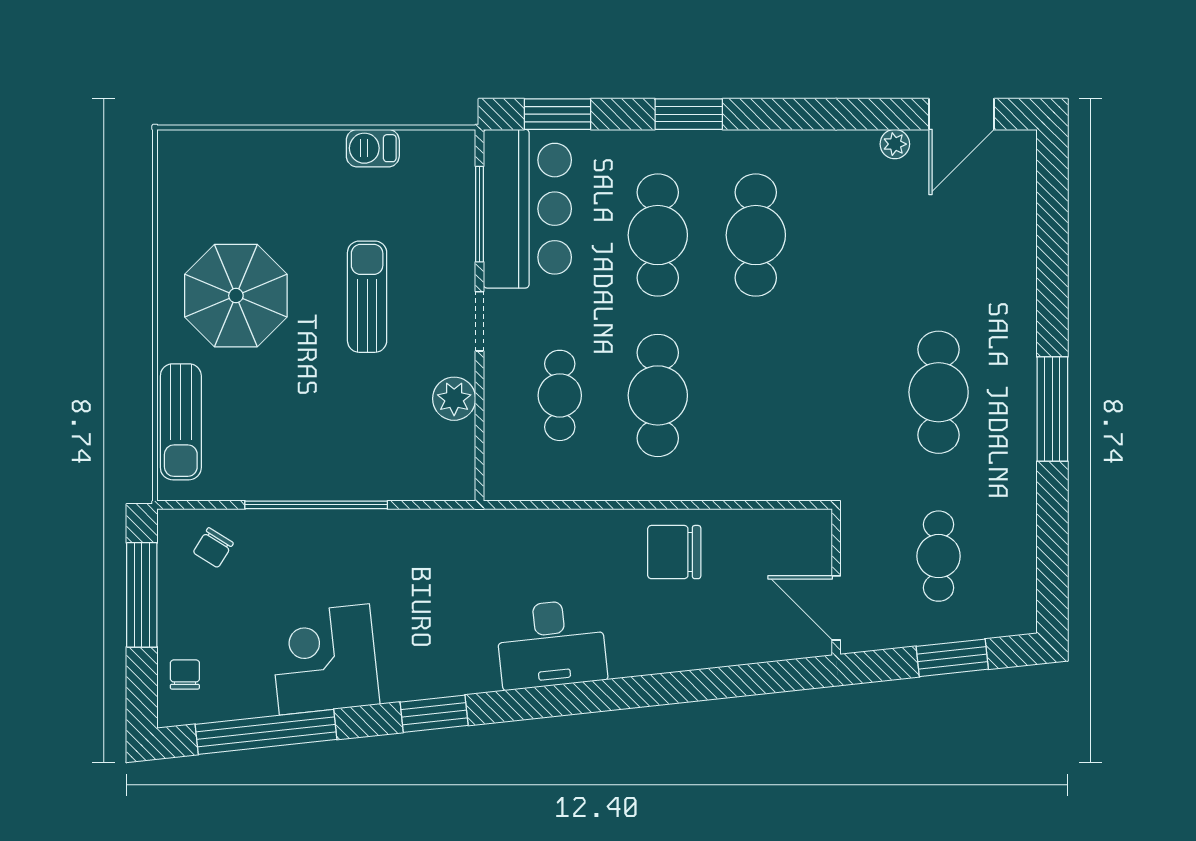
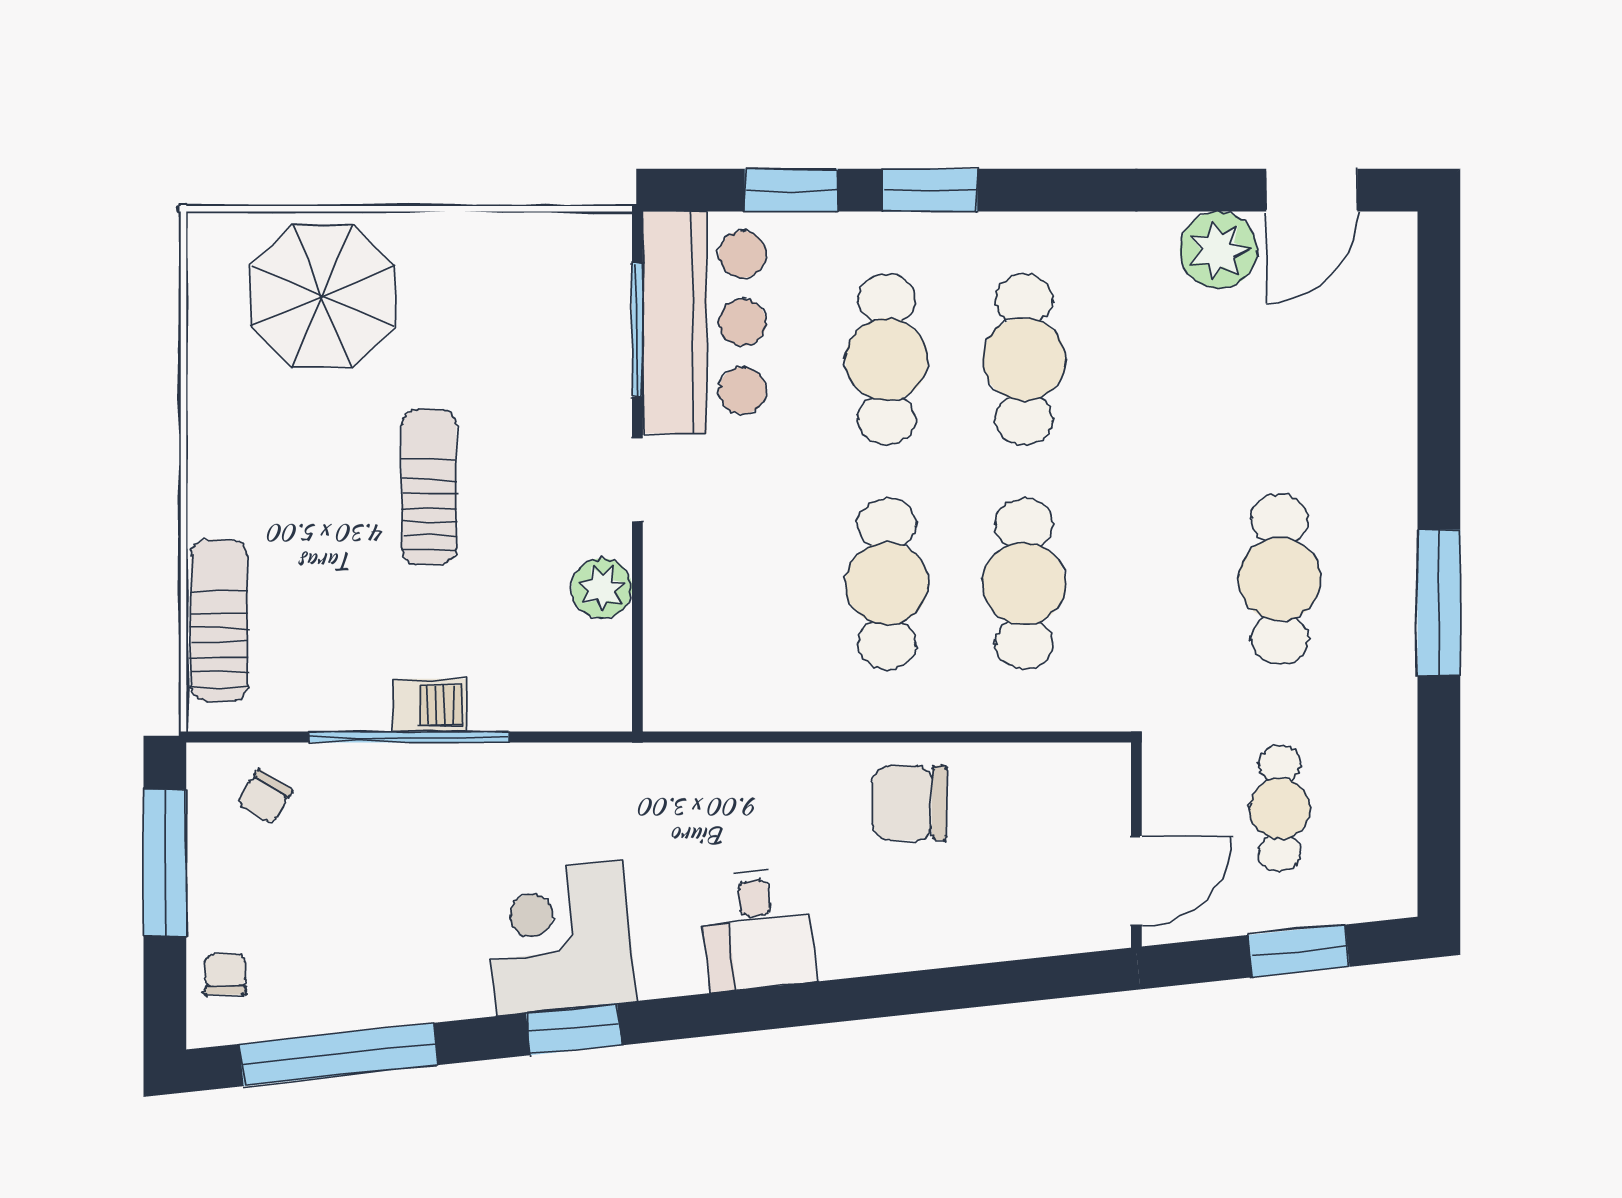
window: (557, 114) -> (791, 190), moved
plant: (895, 144) -> (1218, 250), width x1.88, depth x1.88
barbecue: (373, 148) -> (430, 705), moved, turned 180
parasol: (236, 296) -> (323, 296), moved
sun lounger: (367, 297) -> (429, 487), moved
cafe table: (560, 395) -> (1024, 584), moved, width x1.37, depth x1.35
sun lounger: (181, 422) -> (219, 621), turned 180
door: (836, 608) -> (1136, 881), swing flipped
desk: (551, 644) -> (758, 929), width x0.73
corner desk: (324, 659) -> (559, 938), moved

